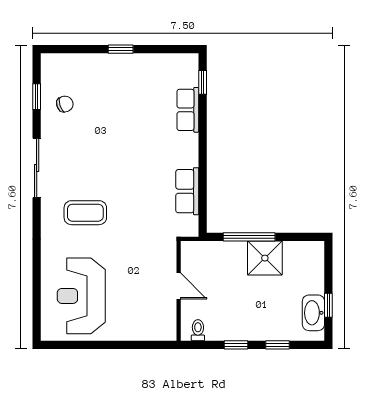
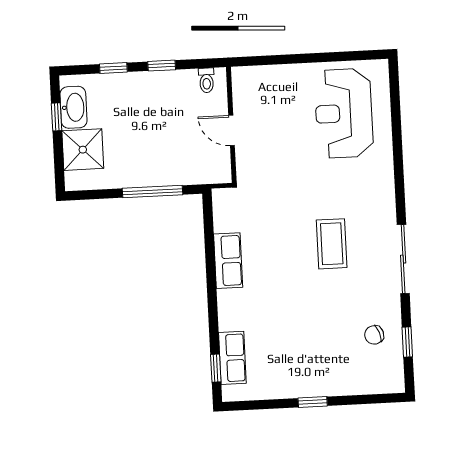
row of seats: (188, 110) -> (232, 358), moved
row of seats: (187, 191) -> (228, 261), moved
coffee table: (85, 213) -> (332, 244), moved, turned 90
shower: (265, 258) -> (83, 150), moved
reception desk: (81, 296) -> (344, 113), turned 180

